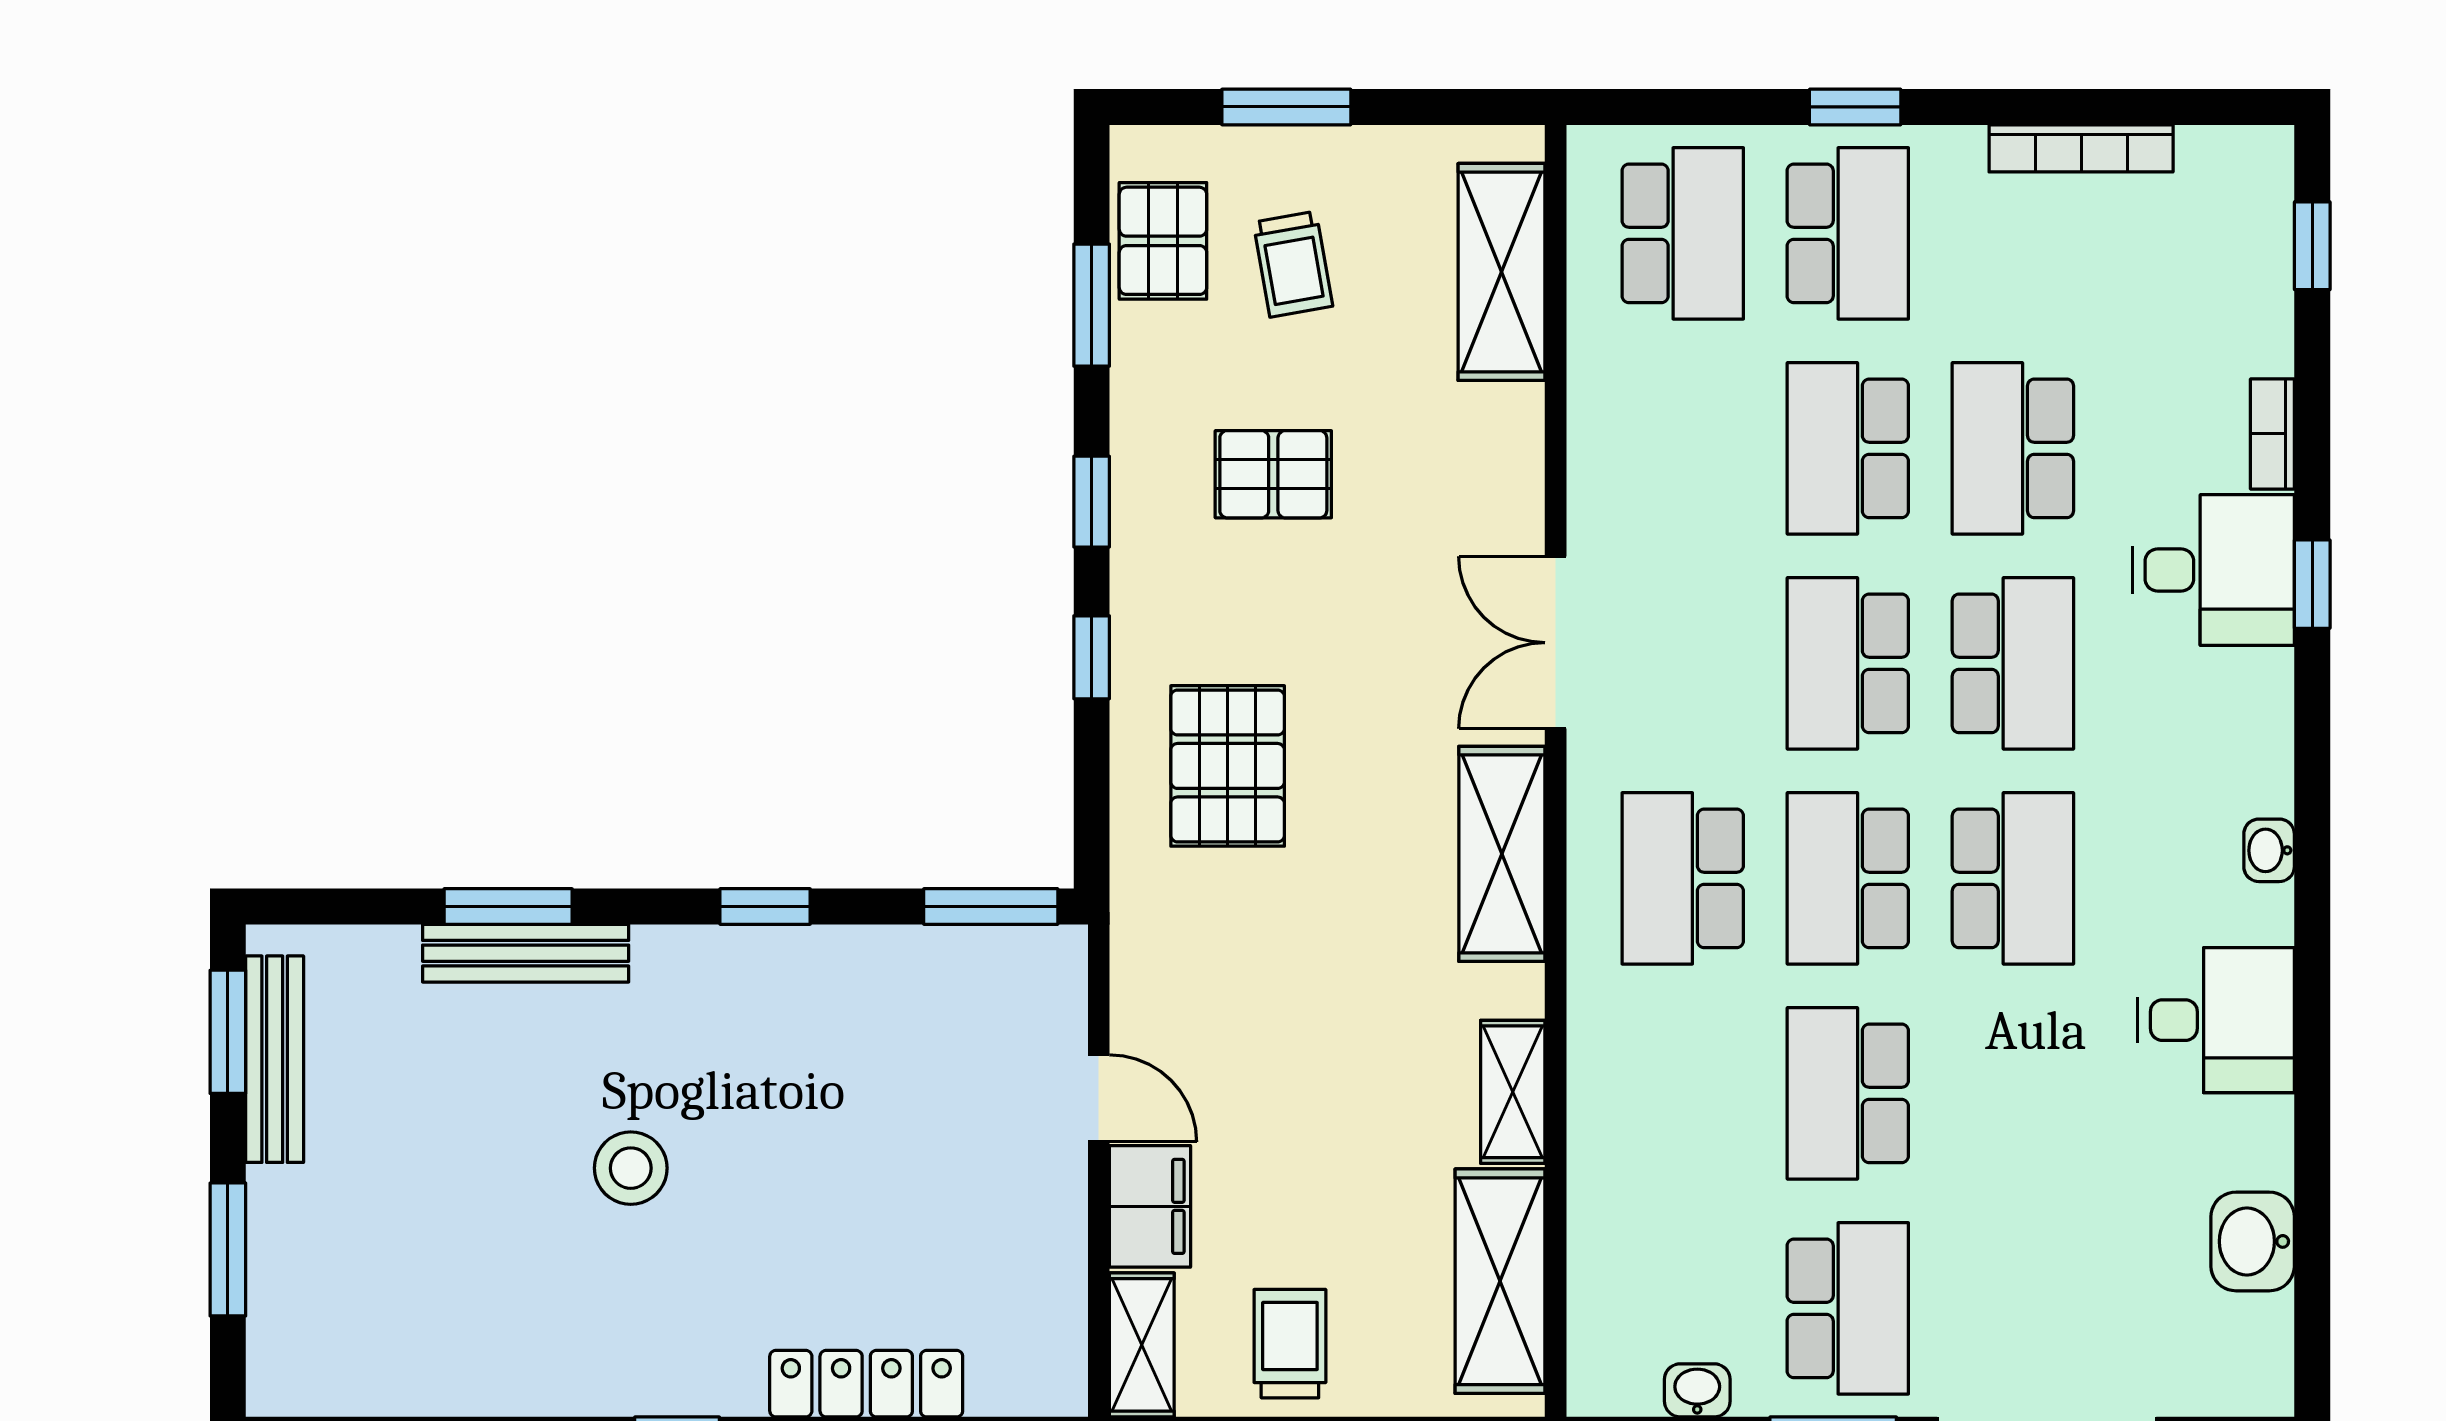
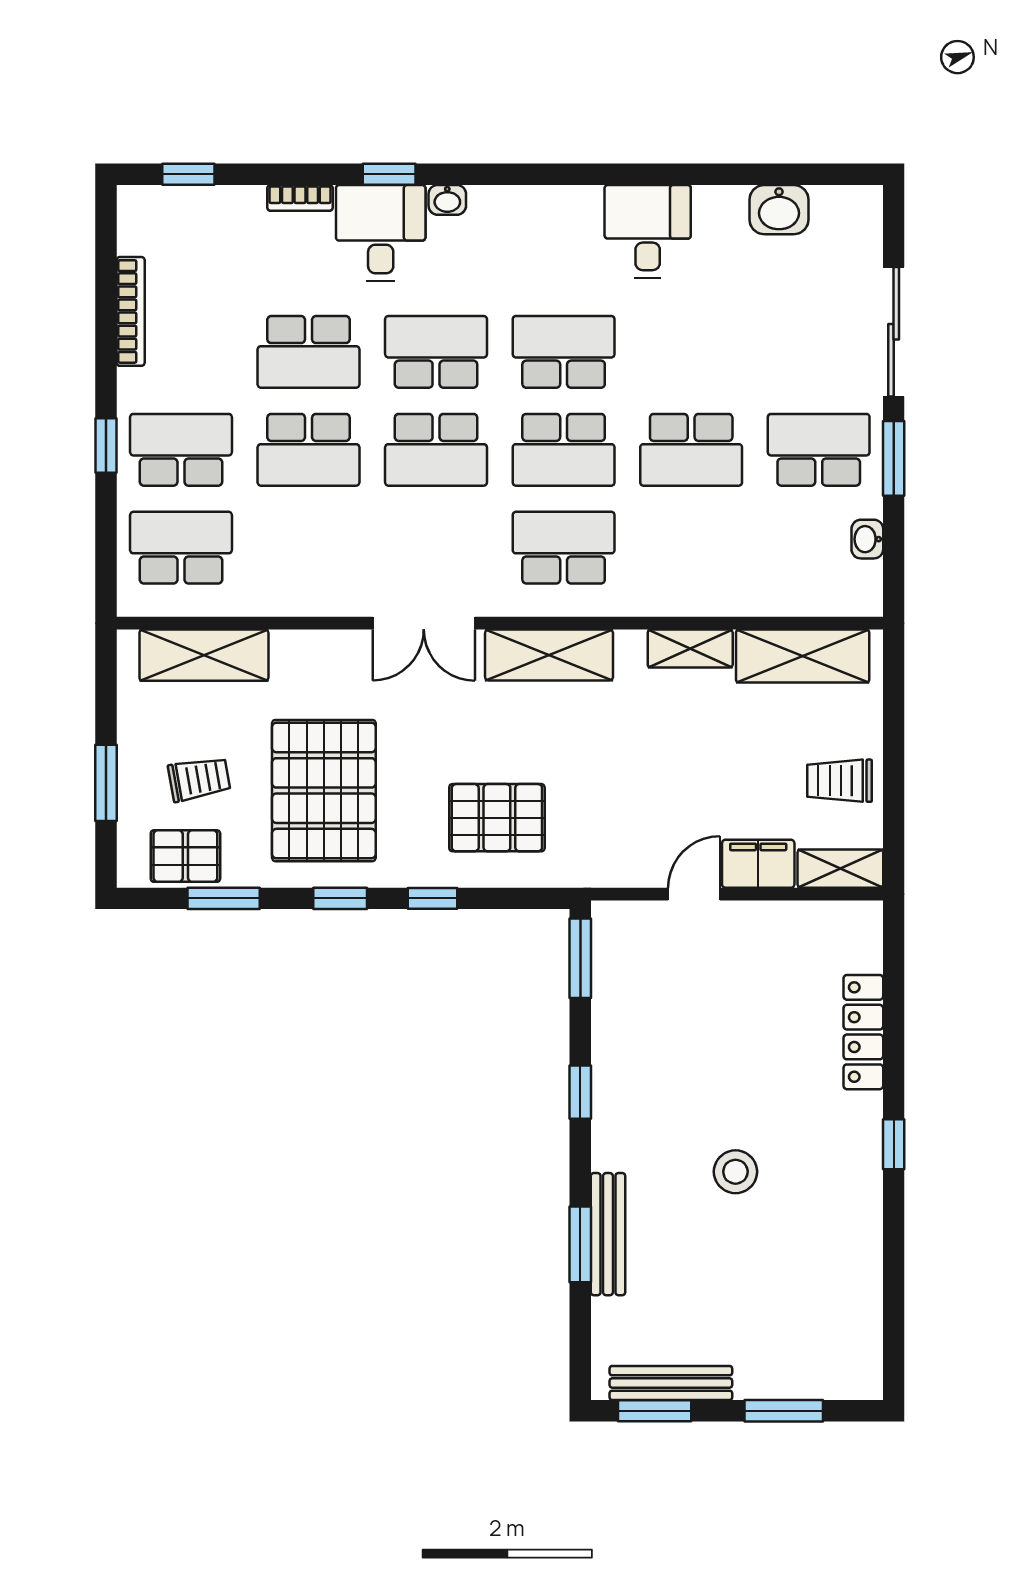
pallet: (1273, 474) -> (324, 791), width x2.05, depth x2.00
washbasin: (2269, 850) -> (447, 200), moved
school desk: (1683, 878) -> (564, 548), turned 180

